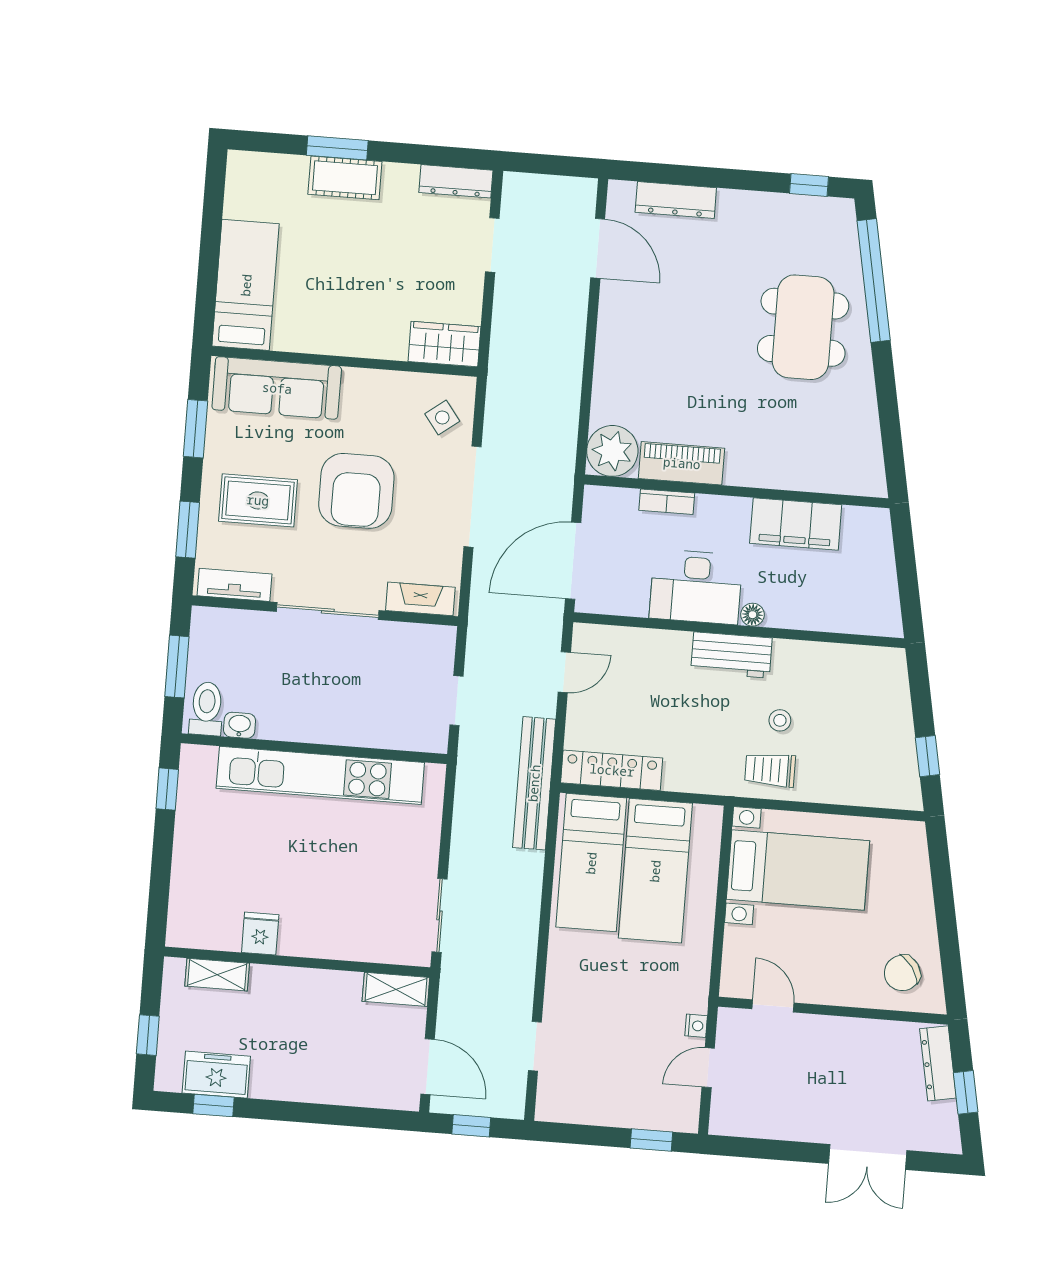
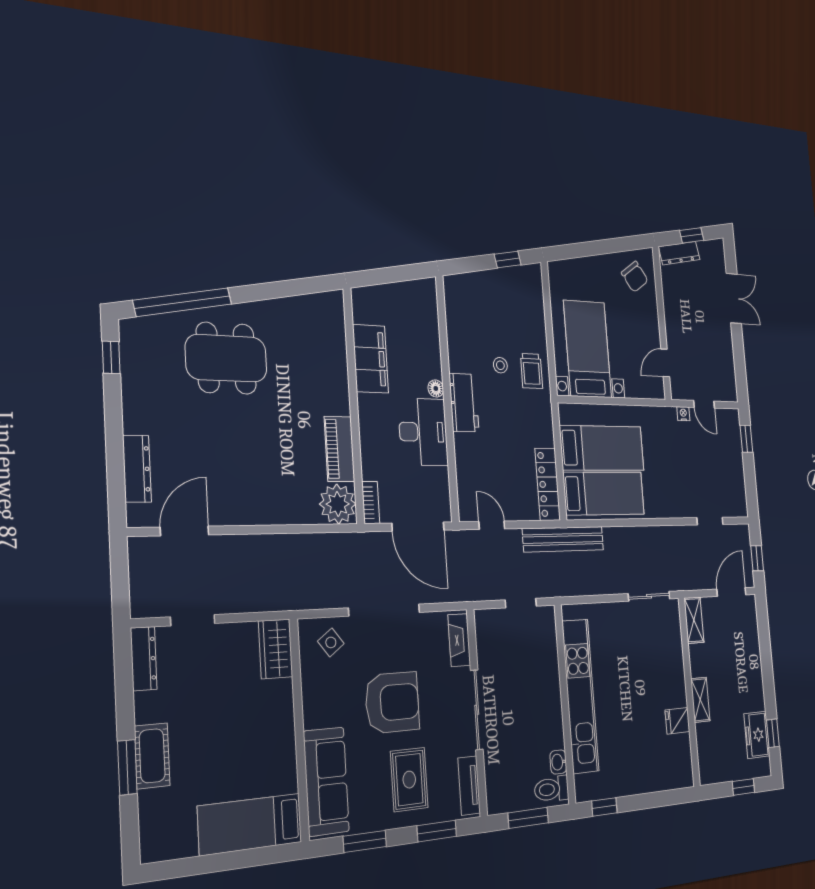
bookcase: (667, 502) -> (371, 503), moved
shelving: (217, 975) -> (700, 700), moved

